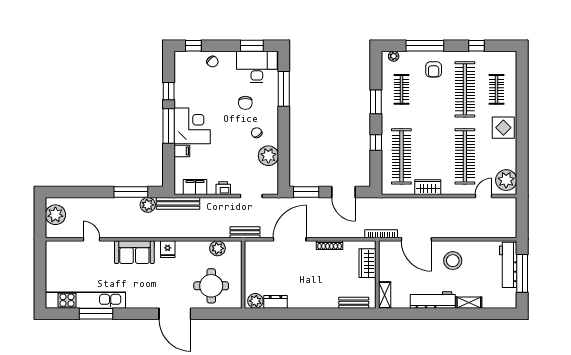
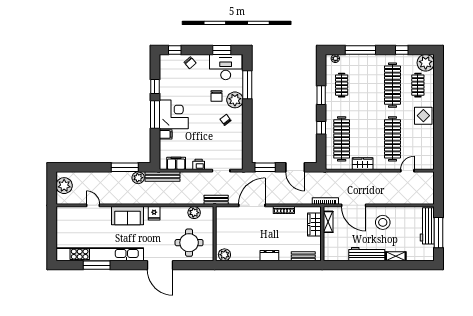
armchair: (434, 69) -> (367, 69), removed
plant: (268, 156) -> (235, 100), moved
plant: (506, 180) -> (426, 63), moved
shelving: (385, 295) -> (328, 222), moved
kitchen unit: (85, 300) -> (100, 254), width x1.36
dresser: (275, 302) -> (269, 256), moved

